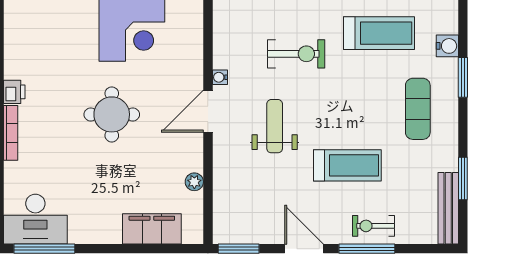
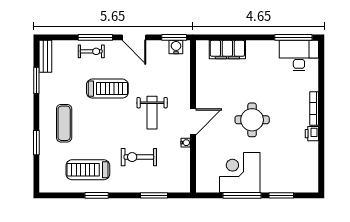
water cooler: (447, 46) -> (176, 47), moved, turned 90
treadmill: (347, 165) -> (107, 89), turned 180
plant: (194, 182) -> (201, 78), removed
bench: (448, 208) -> (45, 56), width x0.73

